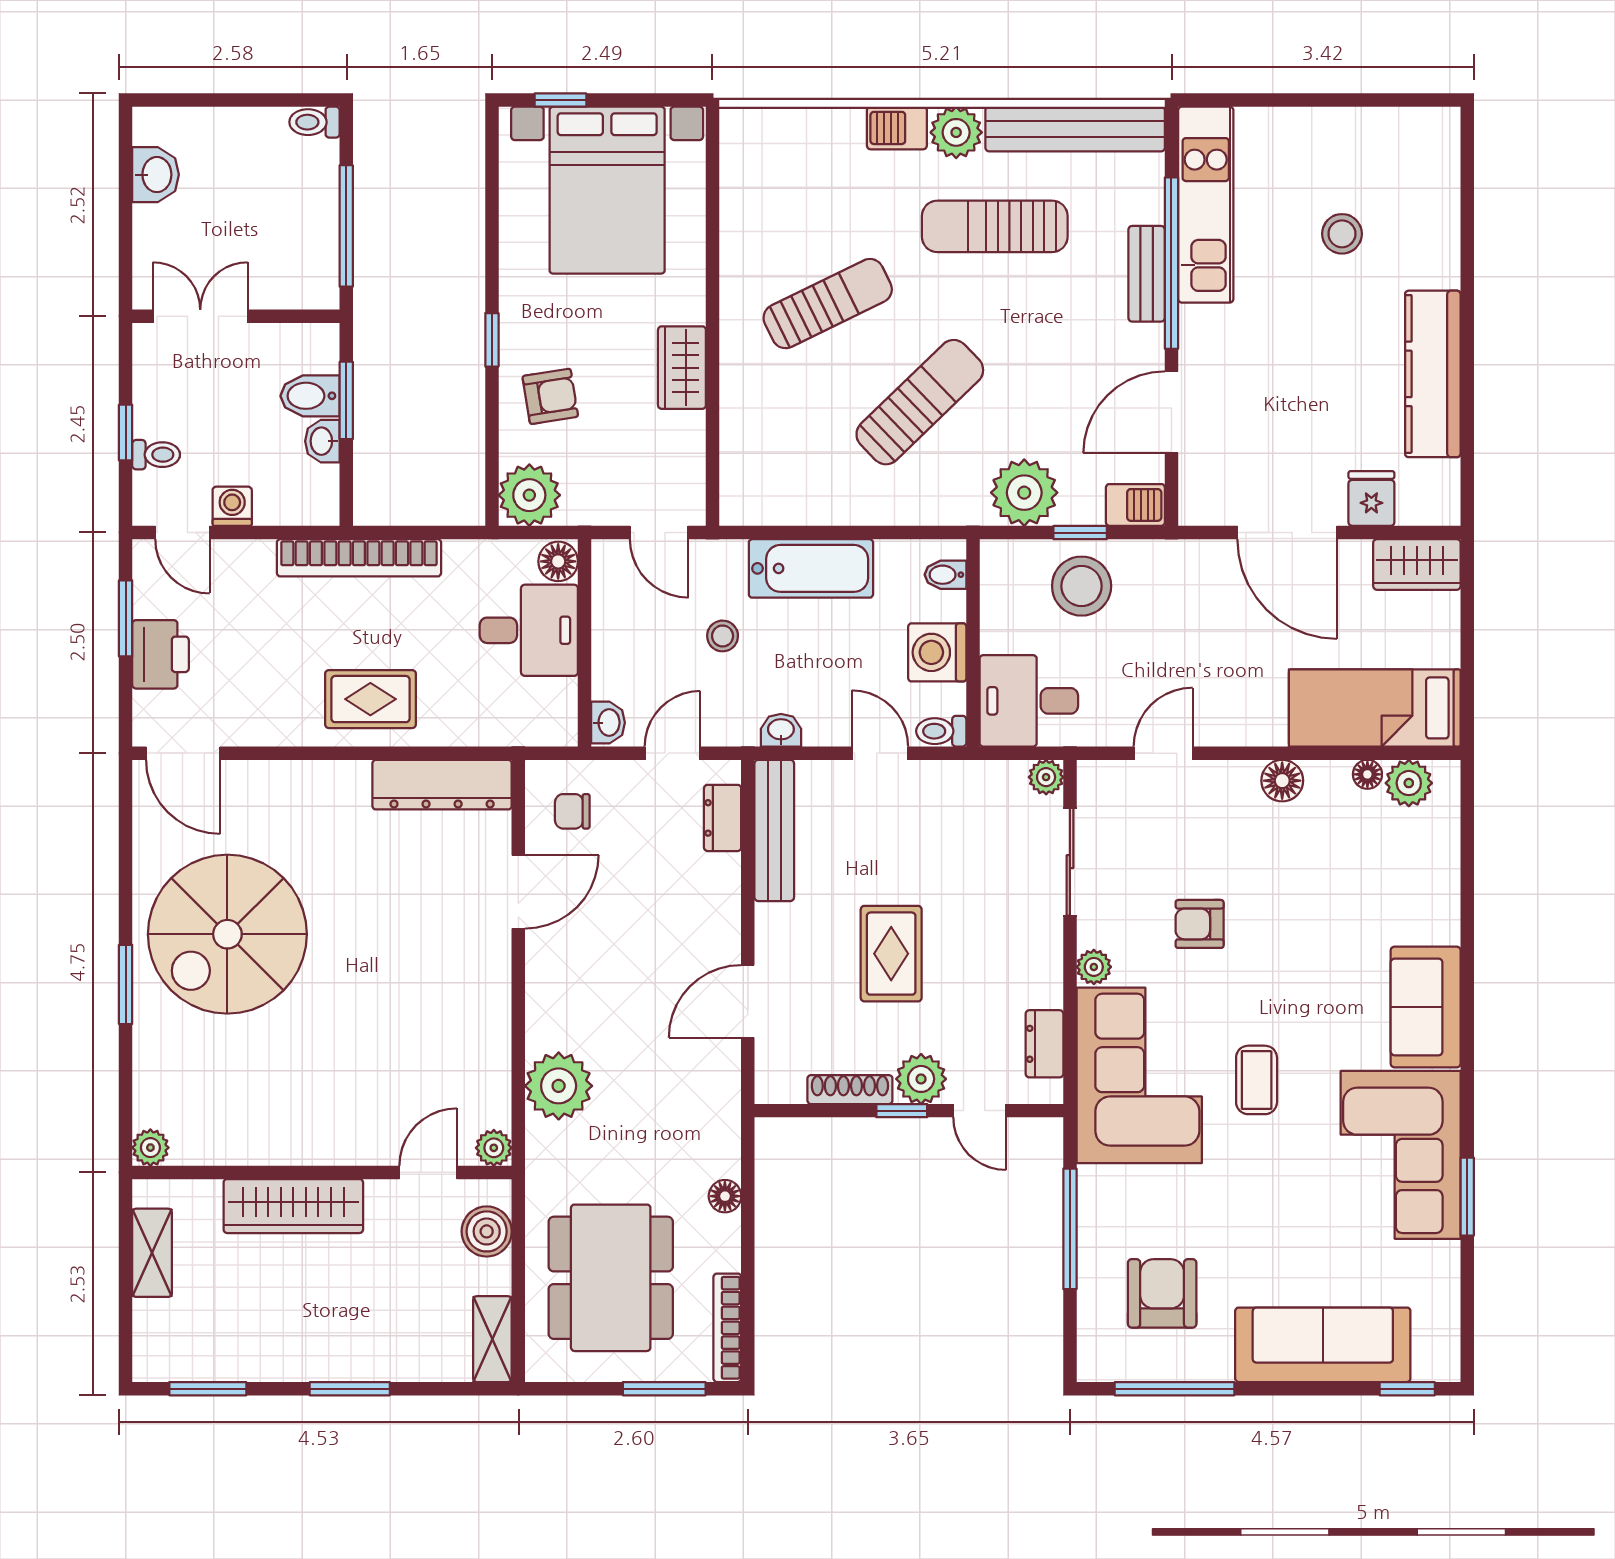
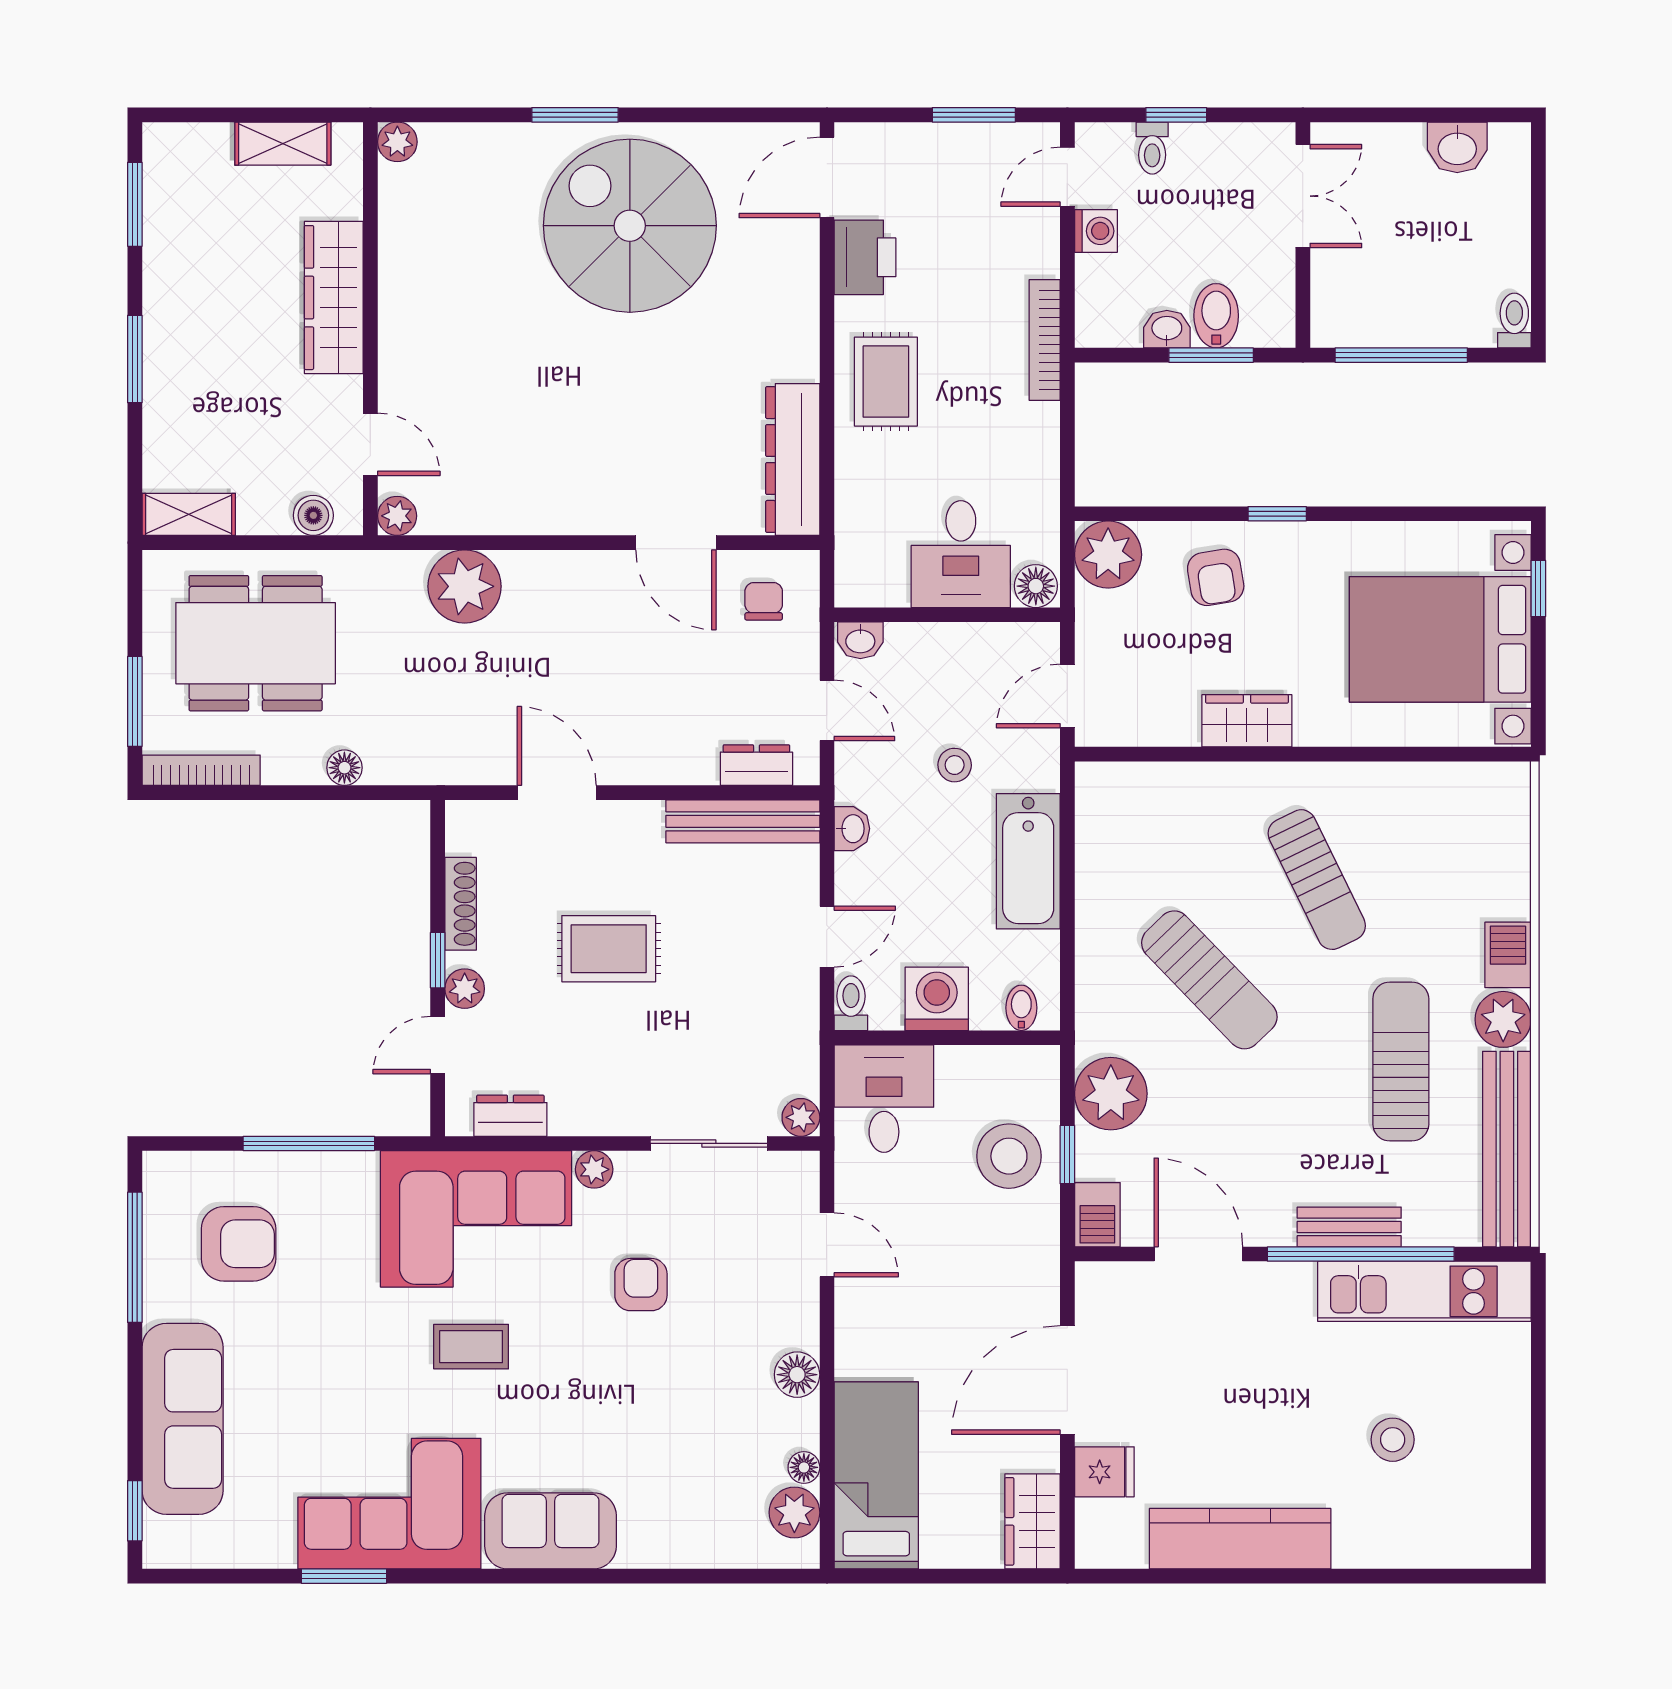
bookcase: (359, 558) -> (1045, 340), width x0.68, depth x0.76
printer: (160, 654) -> (865, 257), moved, turned -90
plant: (921, 1079) -> (465, 989), width x0.73, depth x0.73
boiler: (487, 1231) -> (313, 515), width x0.73, depth x0.73

